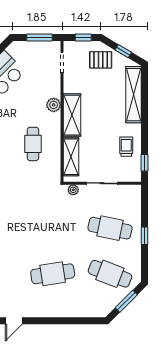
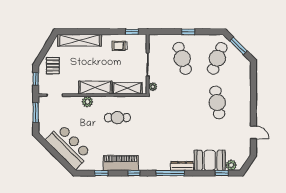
window: (123, 51) -> (46, 48), removed
cafe table: (110, 228) -> (182, 58), turned -30

